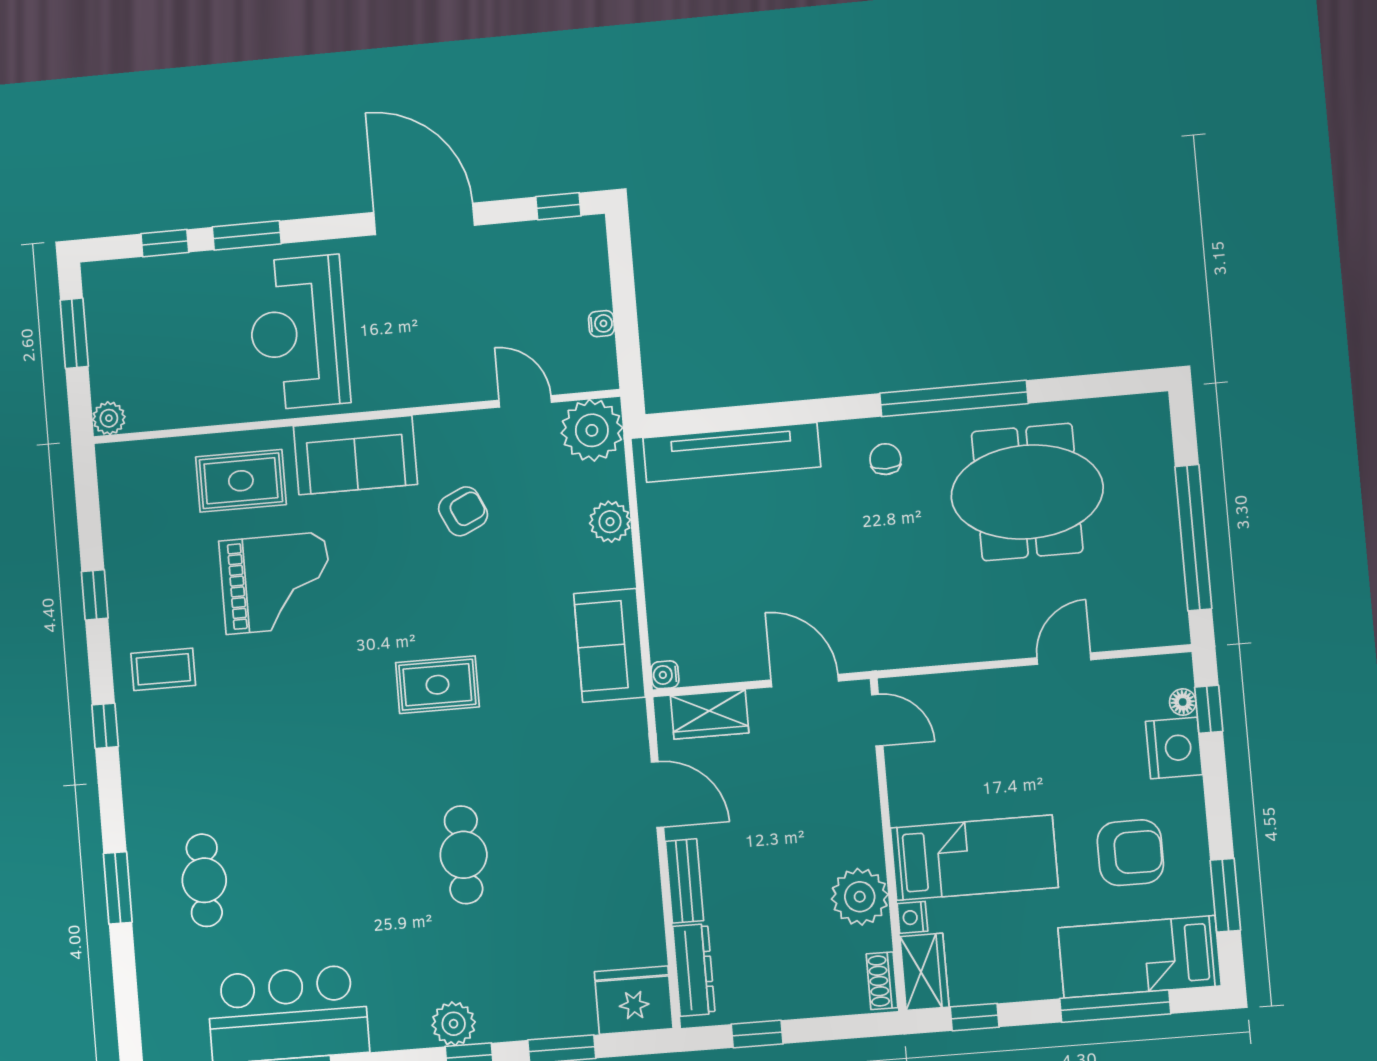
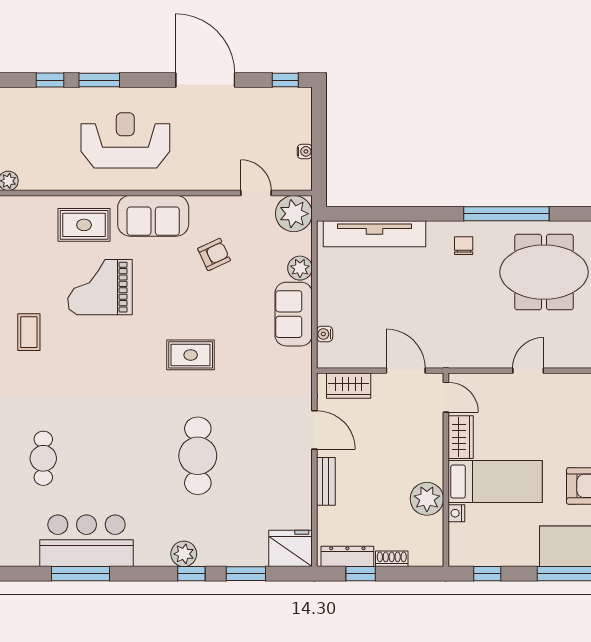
reception desk: (298, 333) -> (125, 140), turned 90
grand piano: (276, 583) -> (100, 287), turned 180
sofa: (609, 645) -> (294, 314), moved
door: (1064, 659) -> (528, 371), moved
coffee table: (163, 669) -> (29, 332), turned 90
water cooler: (665, 675) -> (325, 334), moved
cafe table: (464, 855) -> (198, 456), width x1.37, depth x1.35
dresser: (694, 970) -> (347, 556), moved, turned -90
wardrobe: (924, 972) -> (461, 437), moved
shoe rack: (882, 981) -> (392, 559), moved, turned 90

